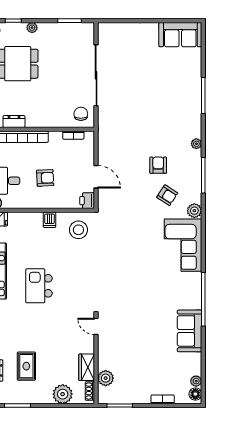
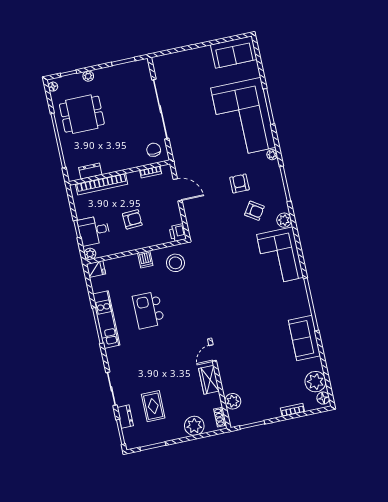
corner sofa: (176, 101) -> (243, 118), added
door: (96, 177) -> (178, 190), moved
kitchen island: (39, 286) -> (148, 310), moved
door: (96, 326) -> (213, 353), hinge flipped
wardrobe: (87, 367) -> (209, 380), moved
plant: (196, 381) -> (315, 382), width x1.87, depth x1.87

